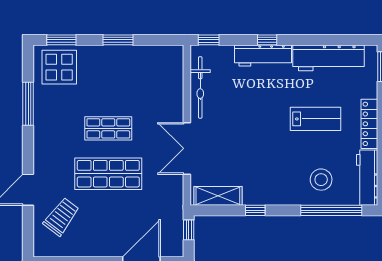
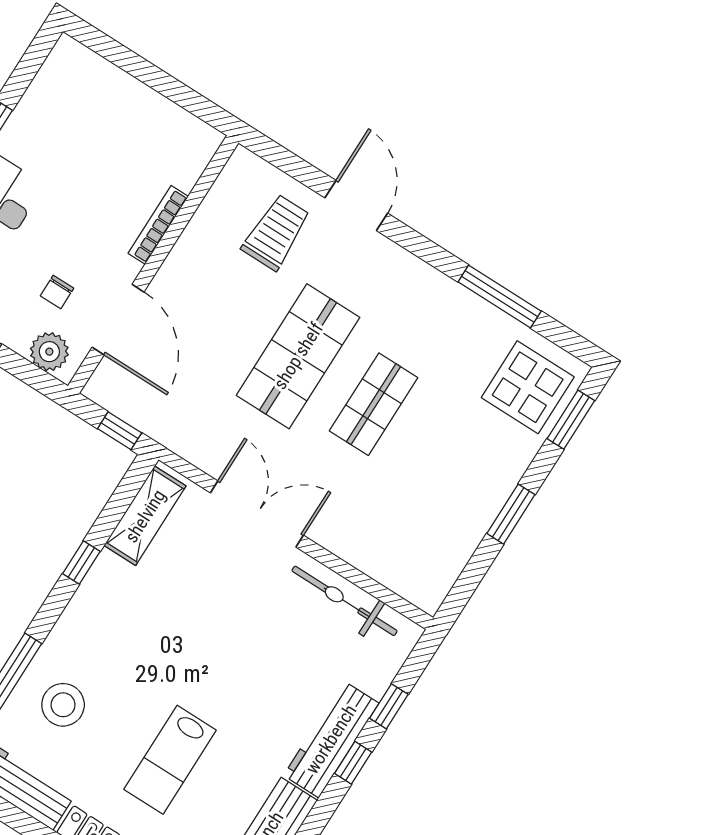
window: (209, 40) -> (389, 706), moved
trolley: (61, 217) -> (276, 232), turned -127

